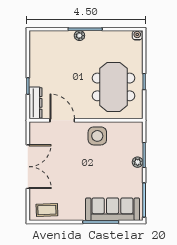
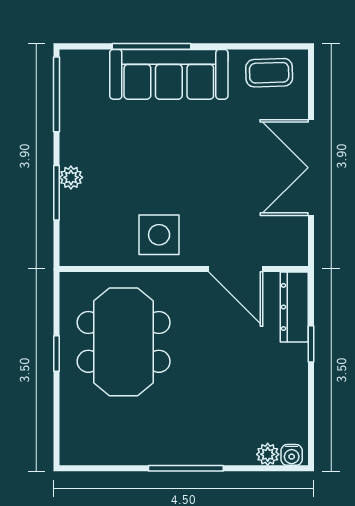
water cooler: (137, 35) -> (292, 455), moved
plant: (79, 36) -> (268, 454), moved
sofa: (113, 209) -> (169, 74), moved

